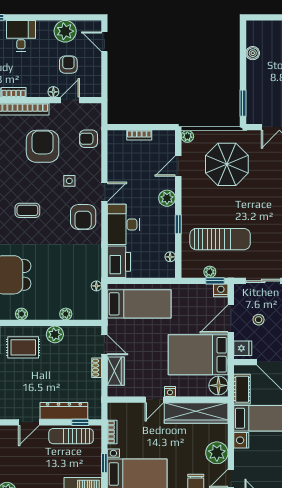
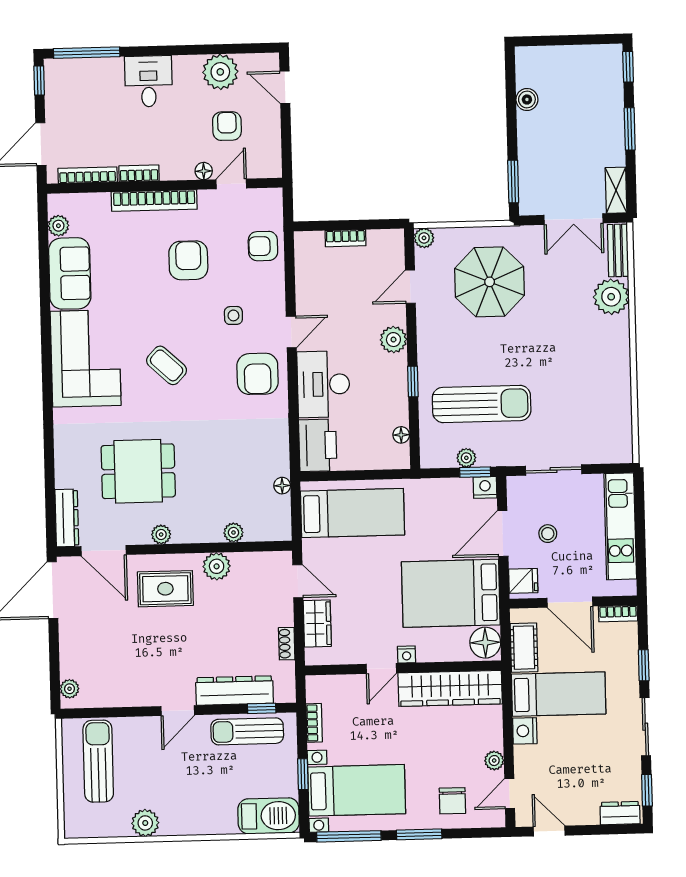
armchair: (43, 146) -> (188, 260), width x0.73, depth x0.73
coffee table: (27, 210) -> (167, 365), turned 43
shoe rack: (97, 368) -> (287, 644), moved
plant: (217, 453) -> (494, 761), width x0.53, depth x0.53

